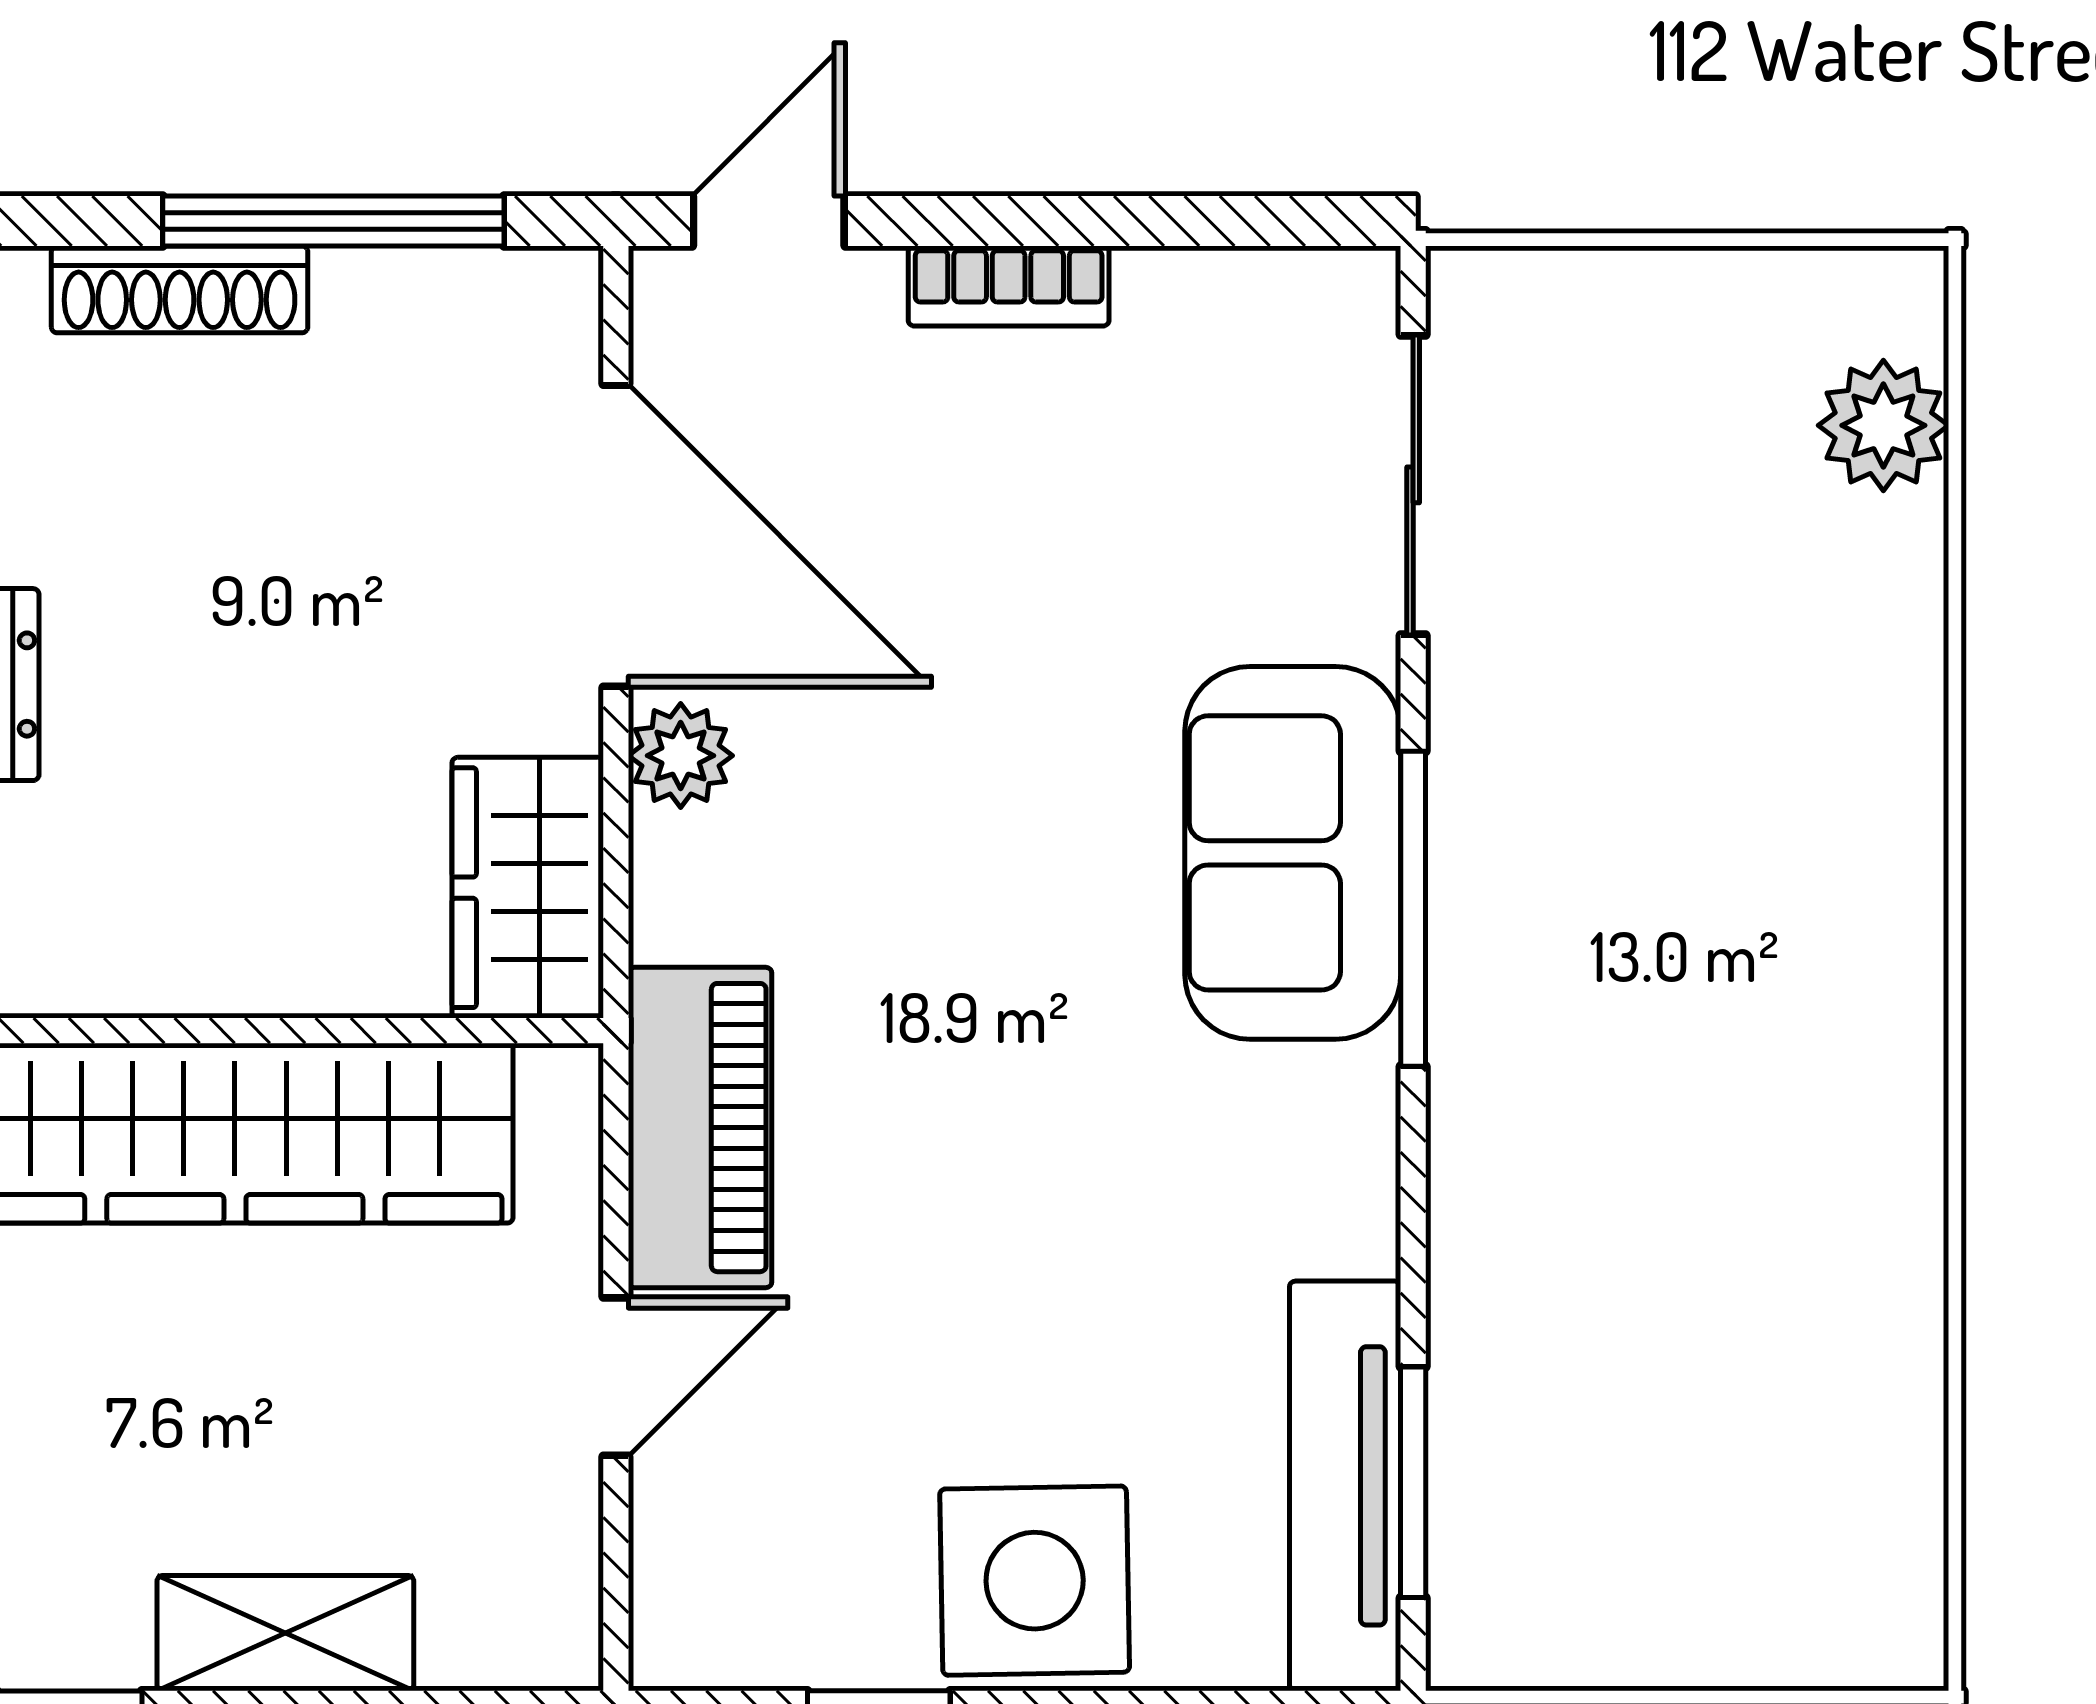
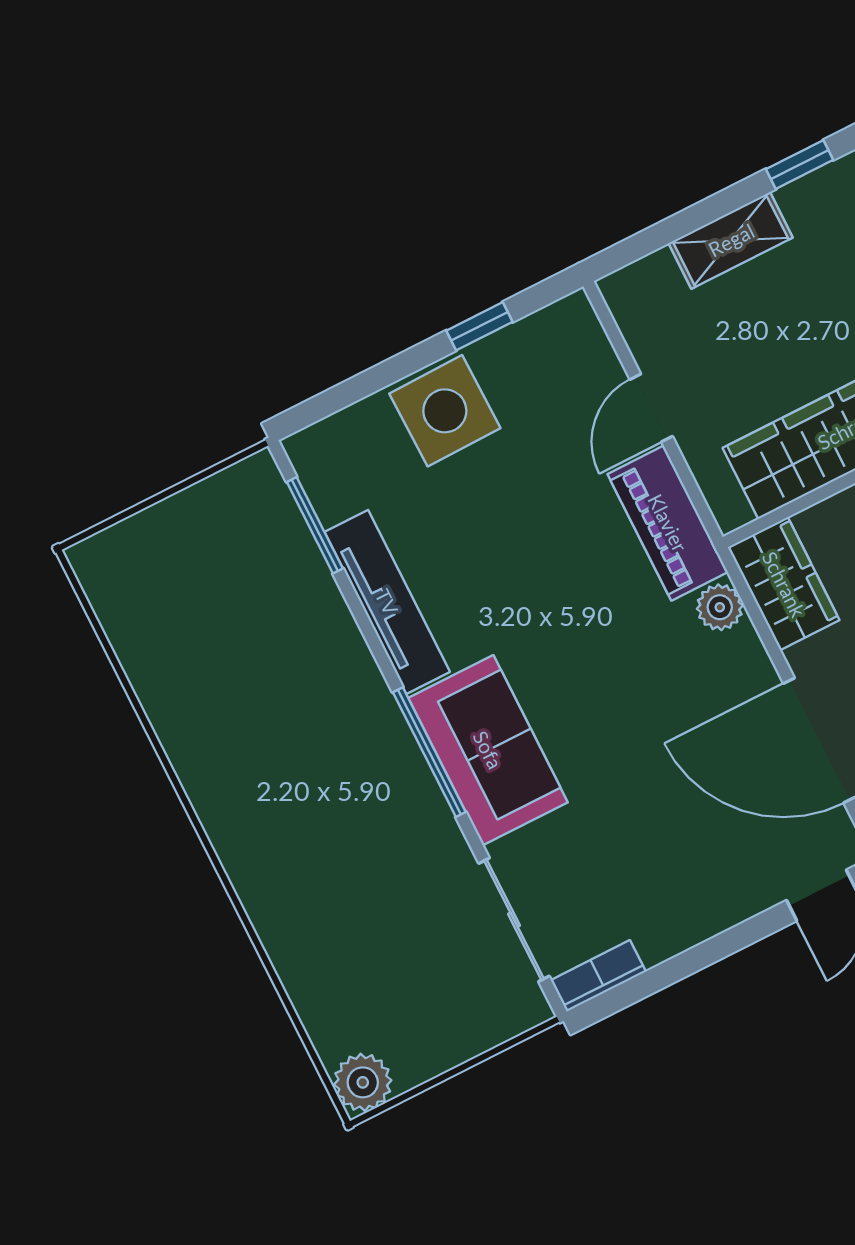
bookcase: (1009, 286) -> (598, 976), moved
plant: (1883, 425) -> (363, 1082), moved
plant: (681, 756) -> (720, 607), moved
tv unit: (1345, 1486) -> (387, 602), moved

